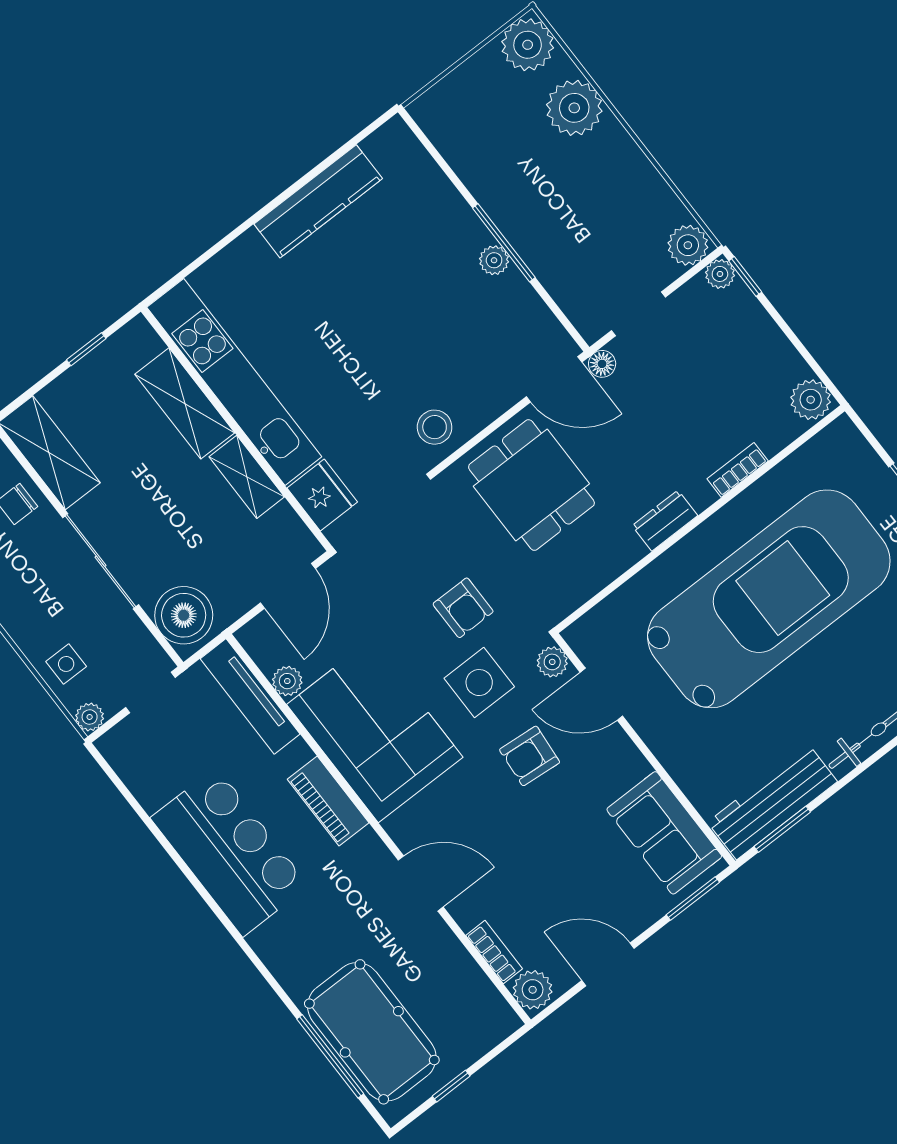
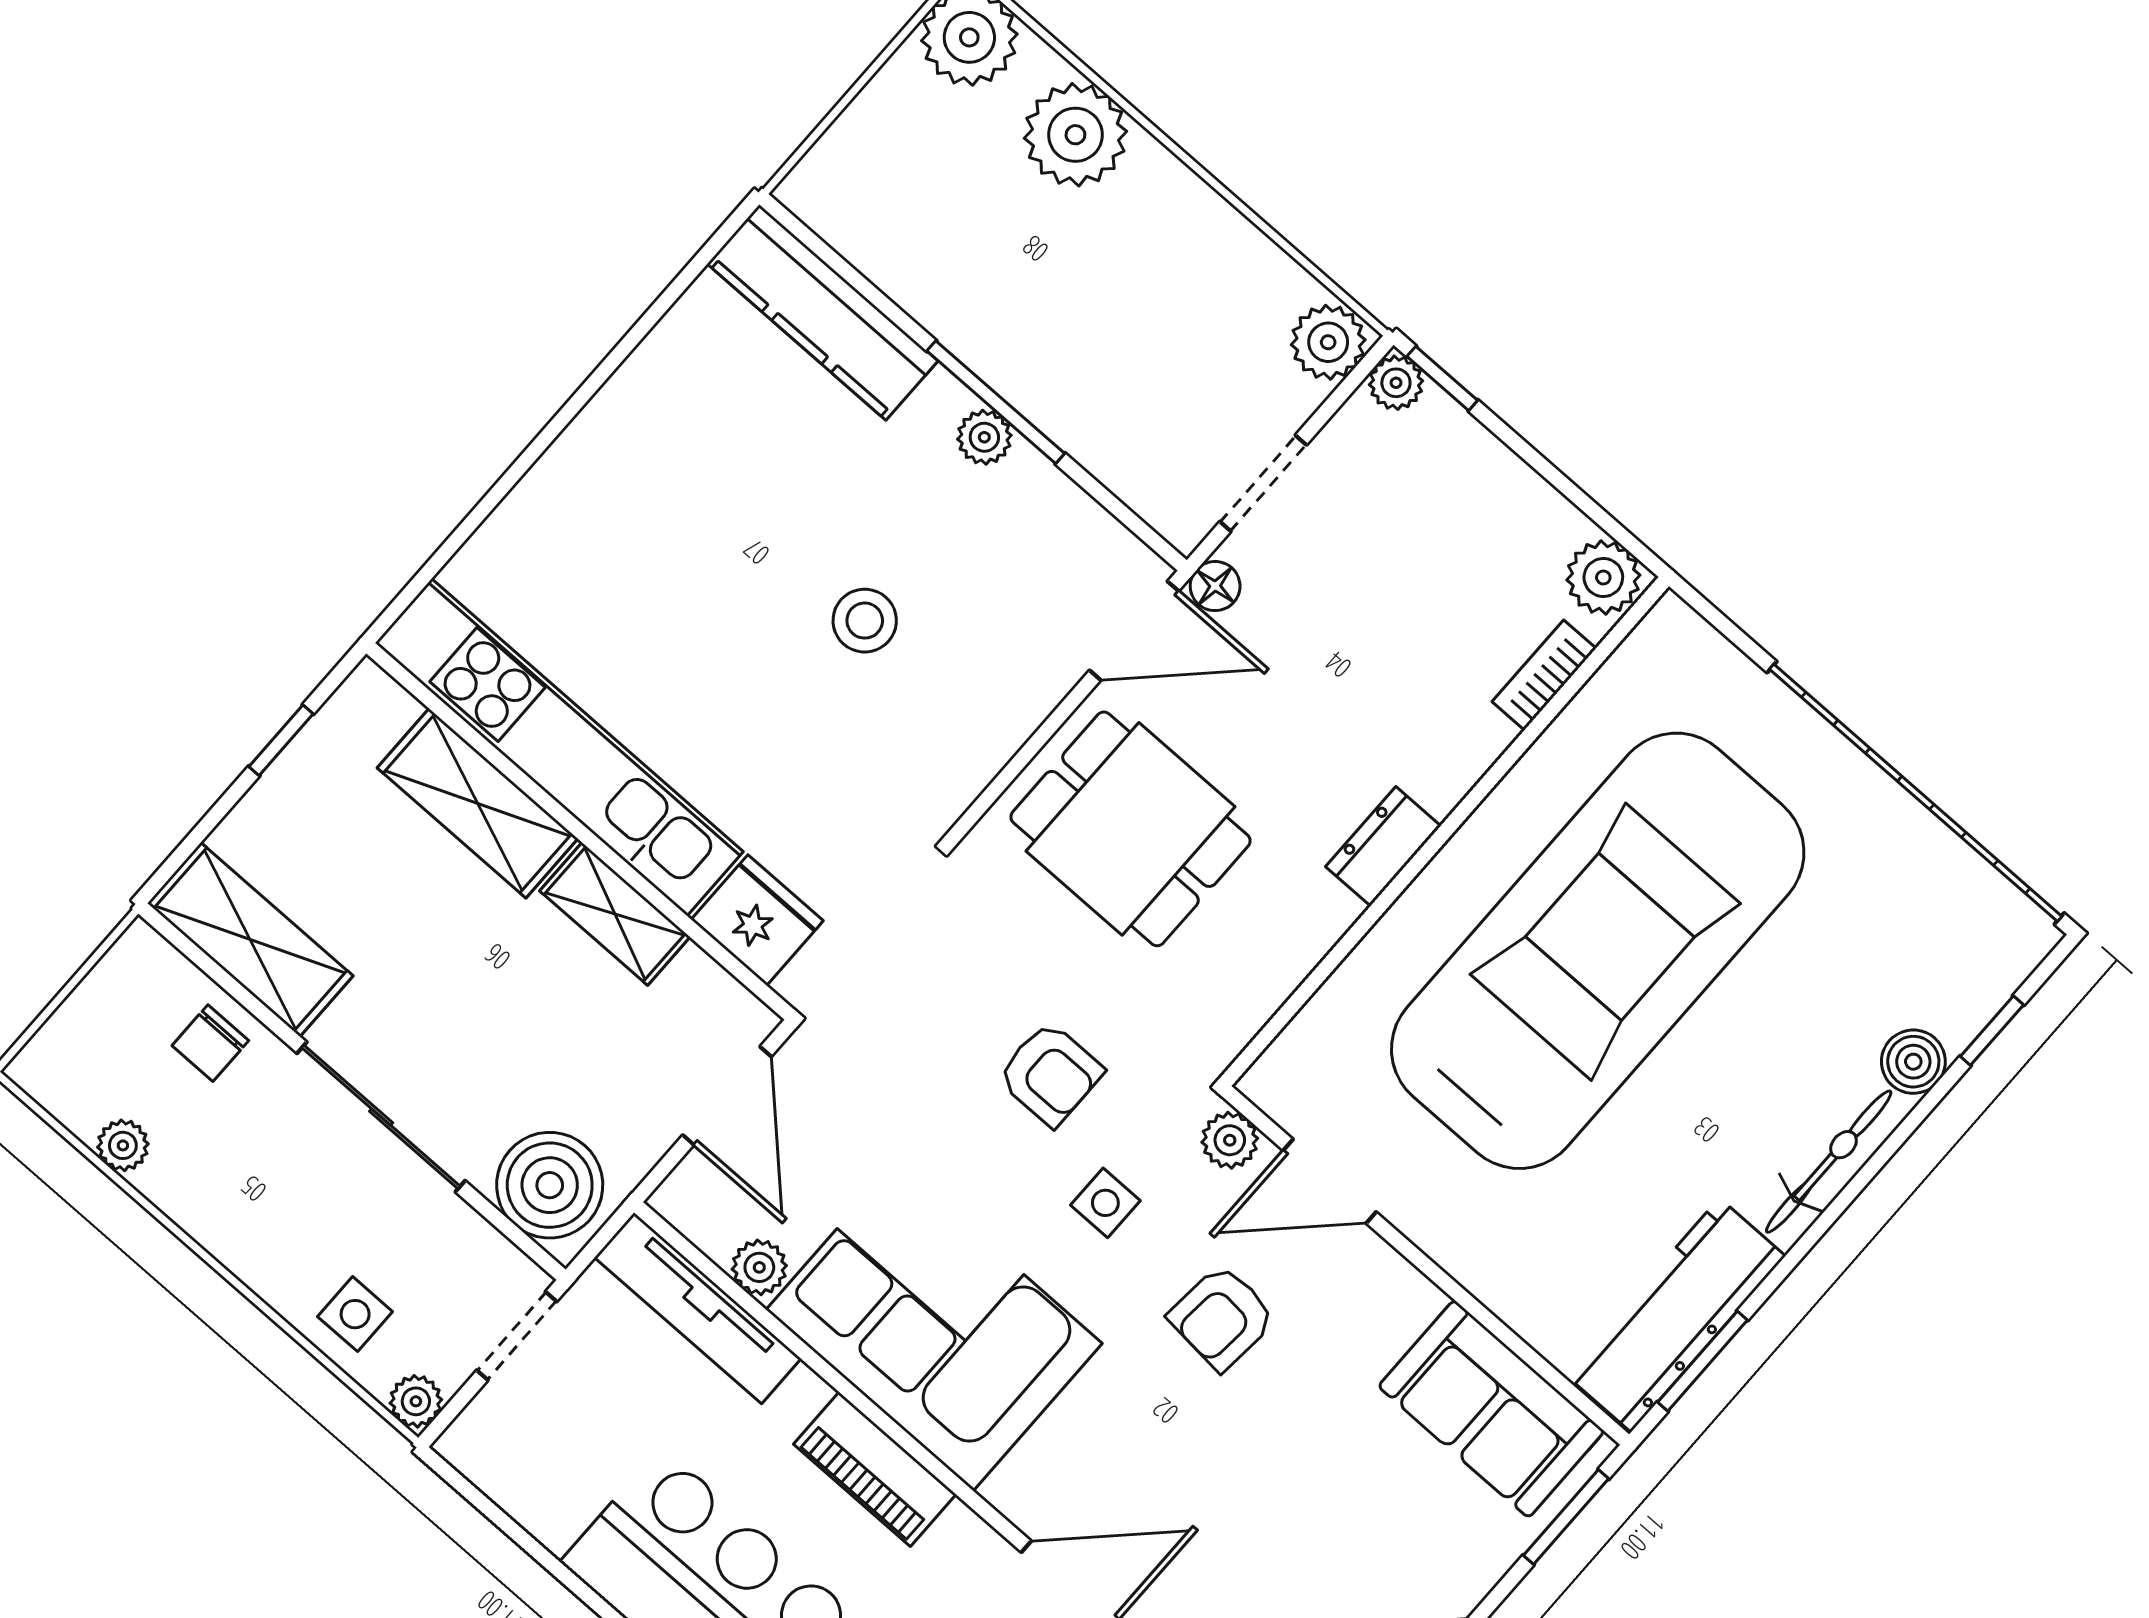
kitchen counter: (318, 201) -> (823, 312), moved, turned 90
stool: (435, 427) -> (865, 621), moved
bookcase: (738, 470) -> (1544, 675), moved
side table: (479, 683) -> (1105, 1203), width x0.54, depth x0.54

